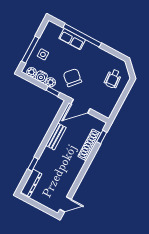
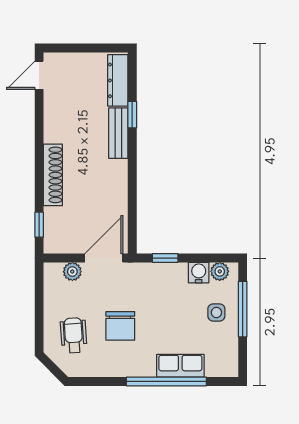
chair: (72, 78) -> (120, 326), moved, turned 48
plant: (51, 82) -> (72, 272), moved
bench: (56, 136) -> (118, 133), moved
shoe rack: (89, 145) -> (53, 175), moved

